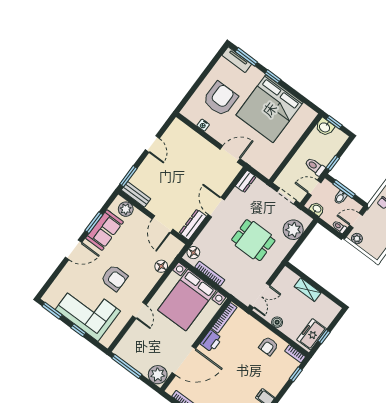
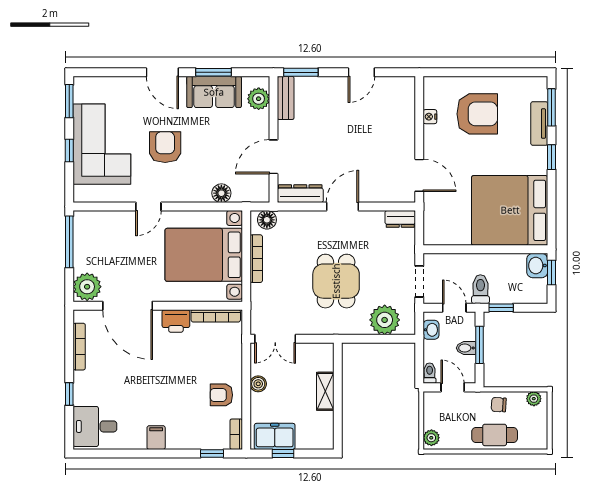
tv unit: (237, 60) -> (539, 124), moved
bed: (269, 109) -> (510, 210), moved
plant: (357, 239) -> (431, 438), moved
armchair: (114, 278) -> (165, 147), turned 180

